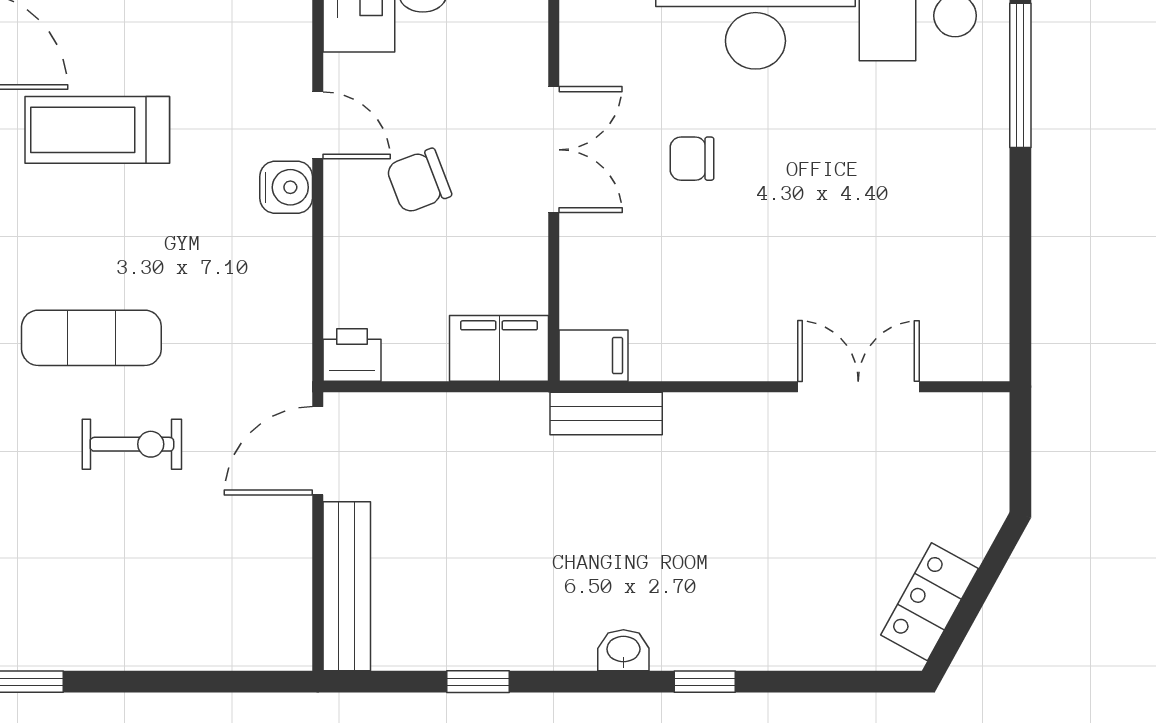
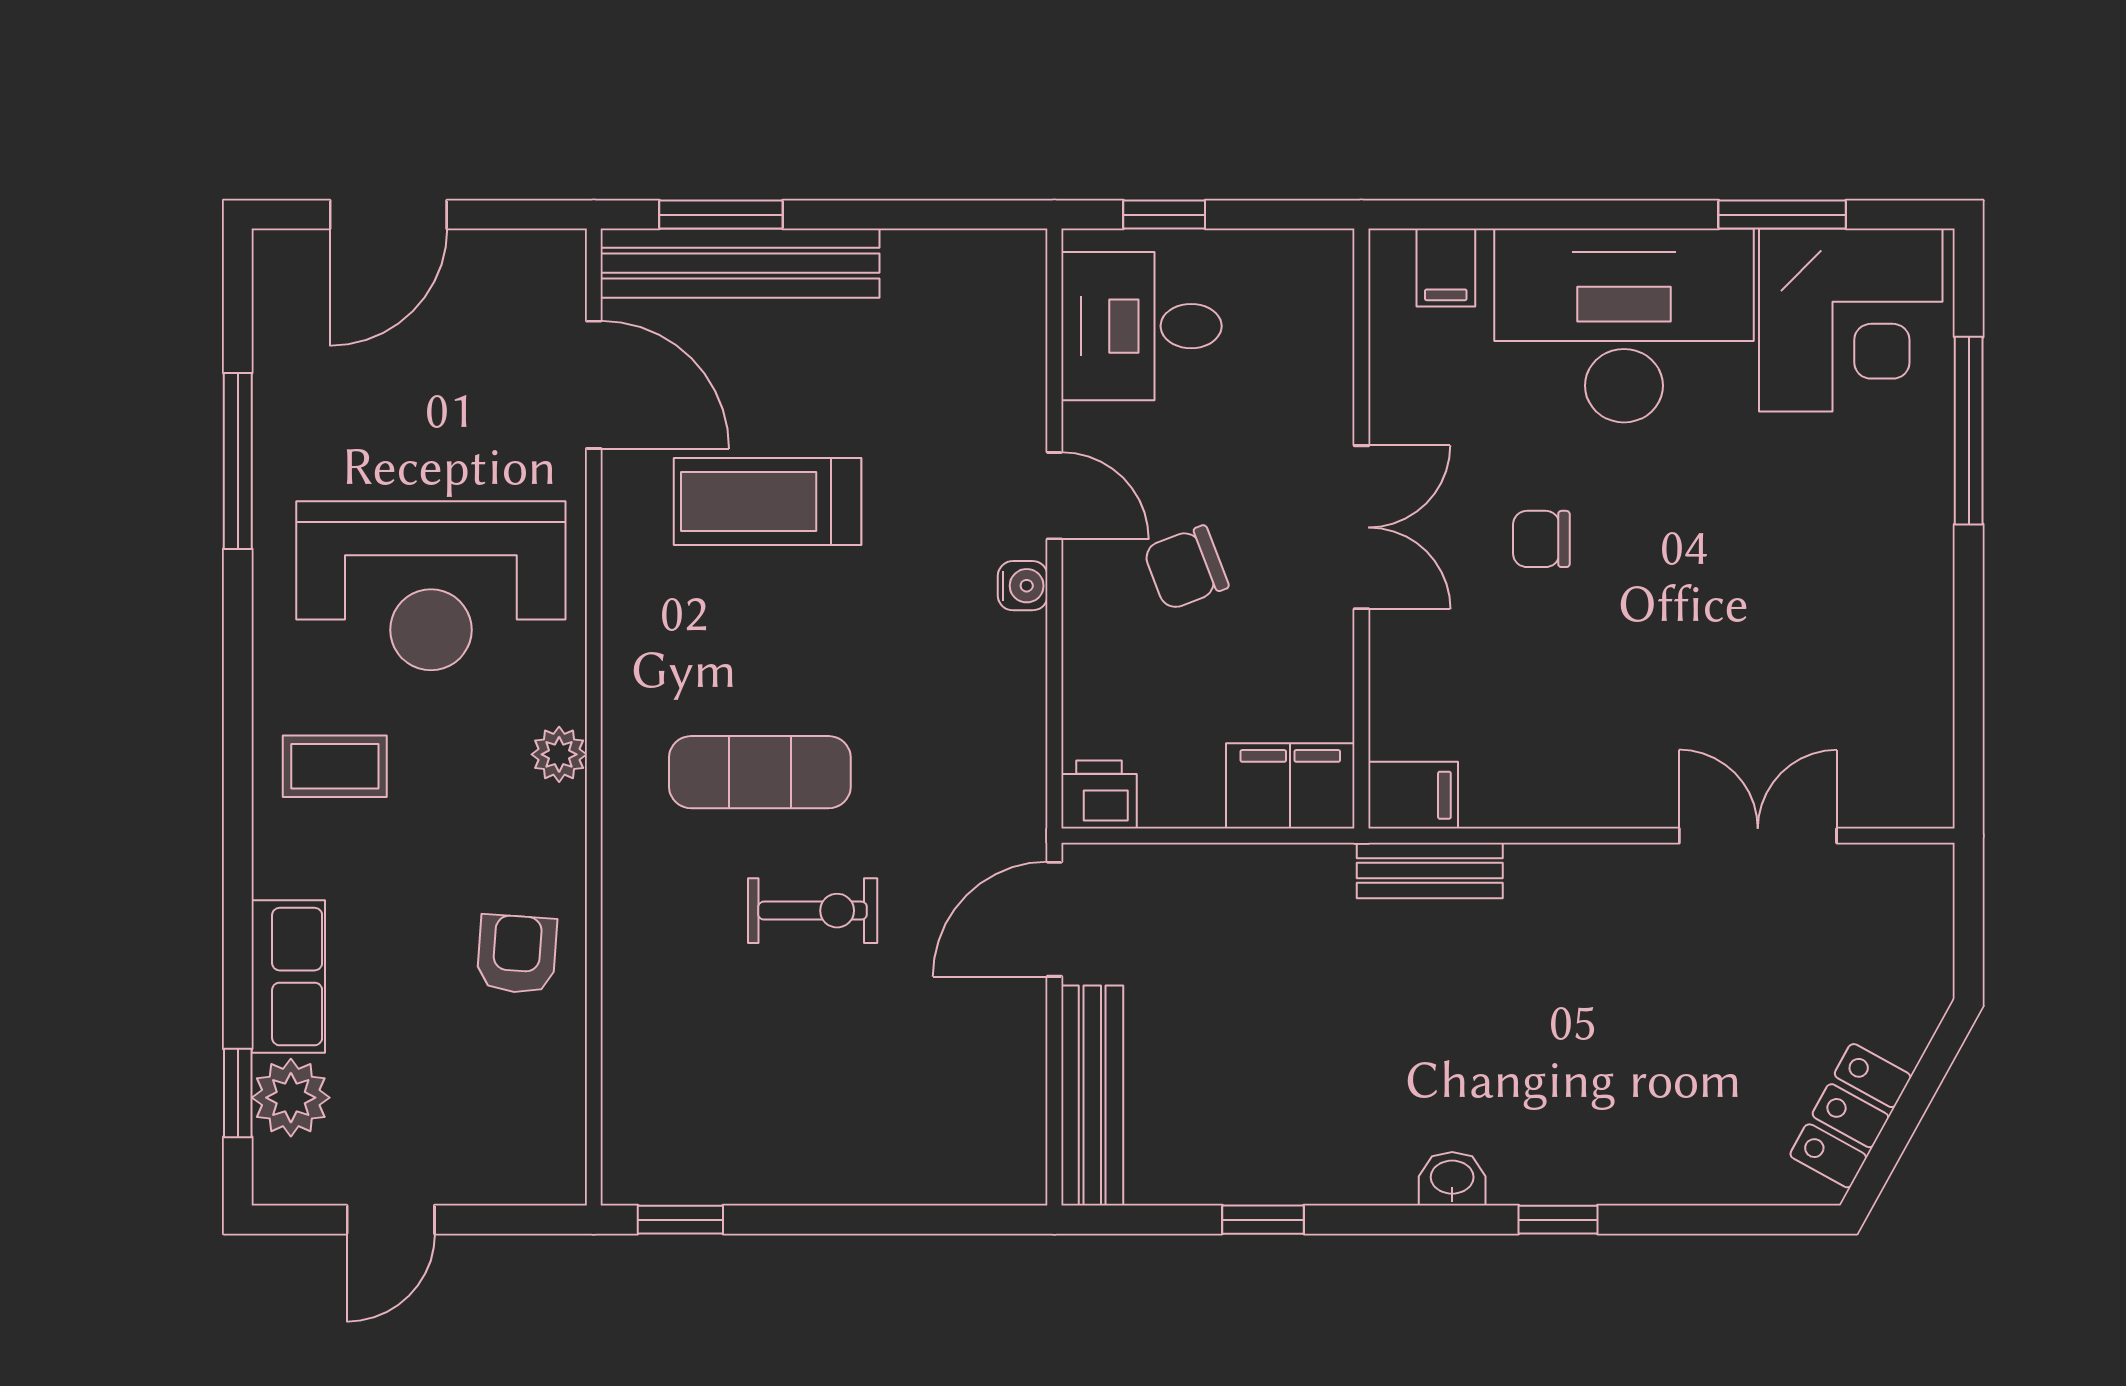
water cooler: (286, 187) -> (1023, 586), width x0.72, depth x0.72

